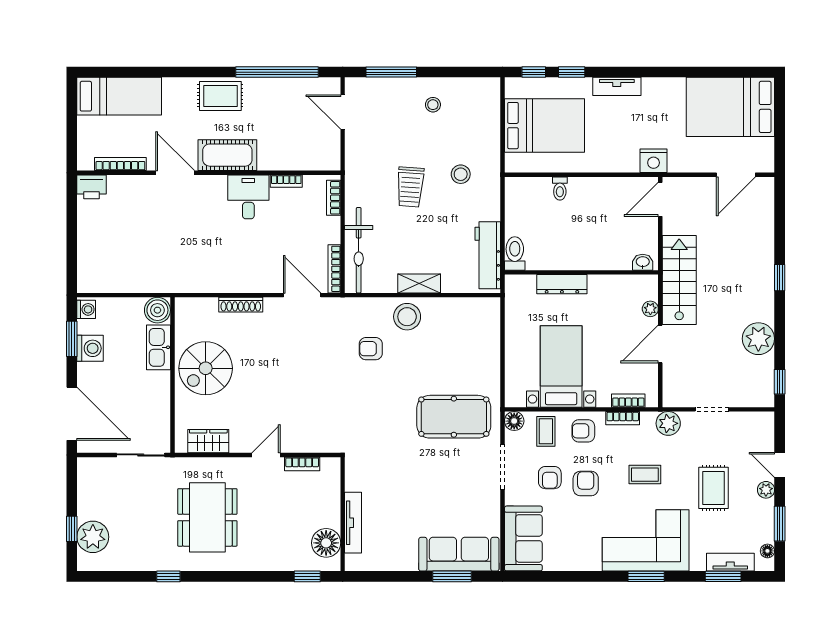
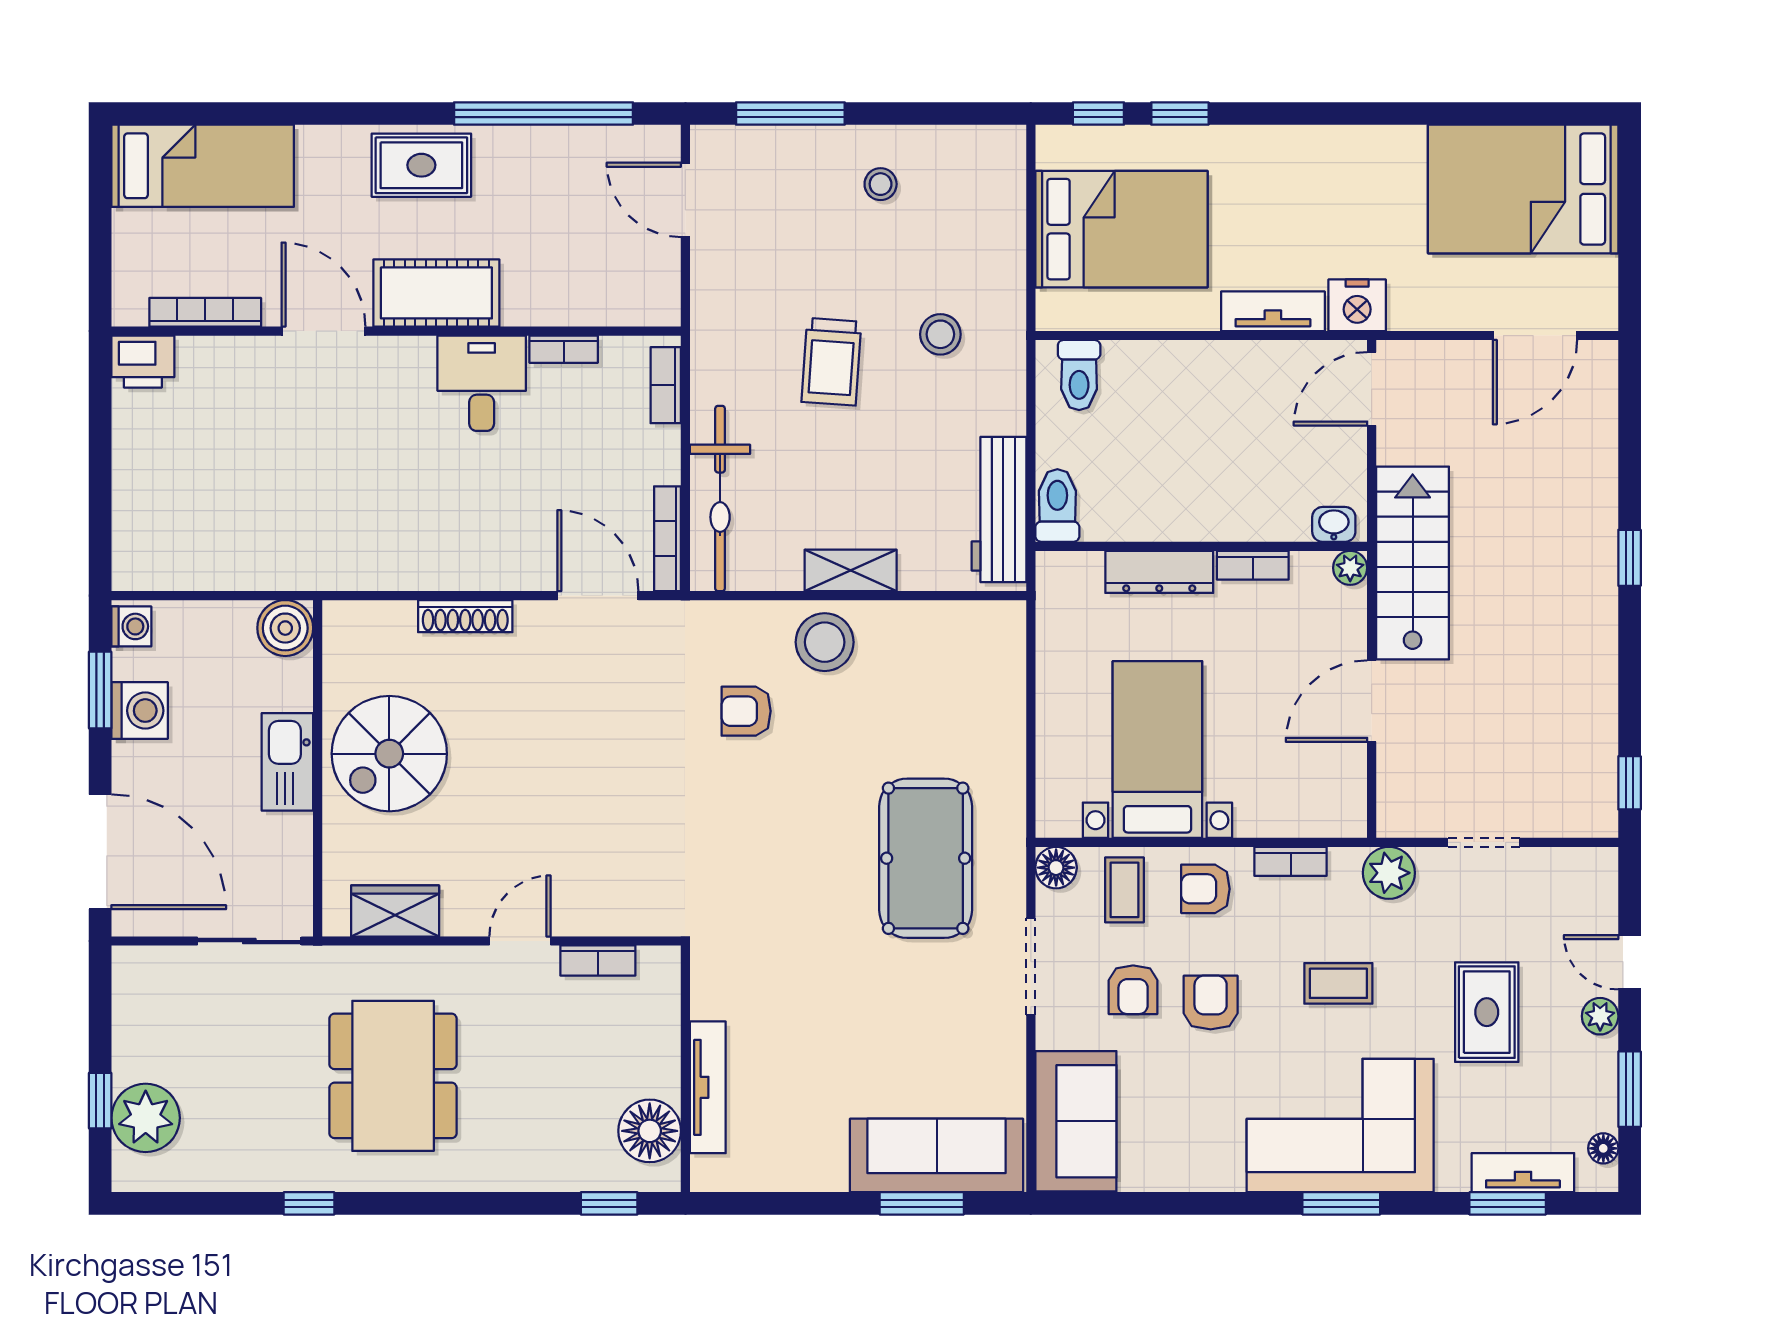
tv unit: (617, 86) -> (1273, 311), moved, turned 180
toilet: (560, 189) -> (1079, 375), moved, width x1.37, depth x1.39
plant: (650, 309) -> (1350, 568), moved
plant: (758, 339) -> (1584, 690), removed
kitchen sink: (158, 347) -> (287, 762), moved
bookcase: (628, 401) -> (1253, 565), moved, turned 180
pool table: (454, 417) -> (926, 858), turned 90

